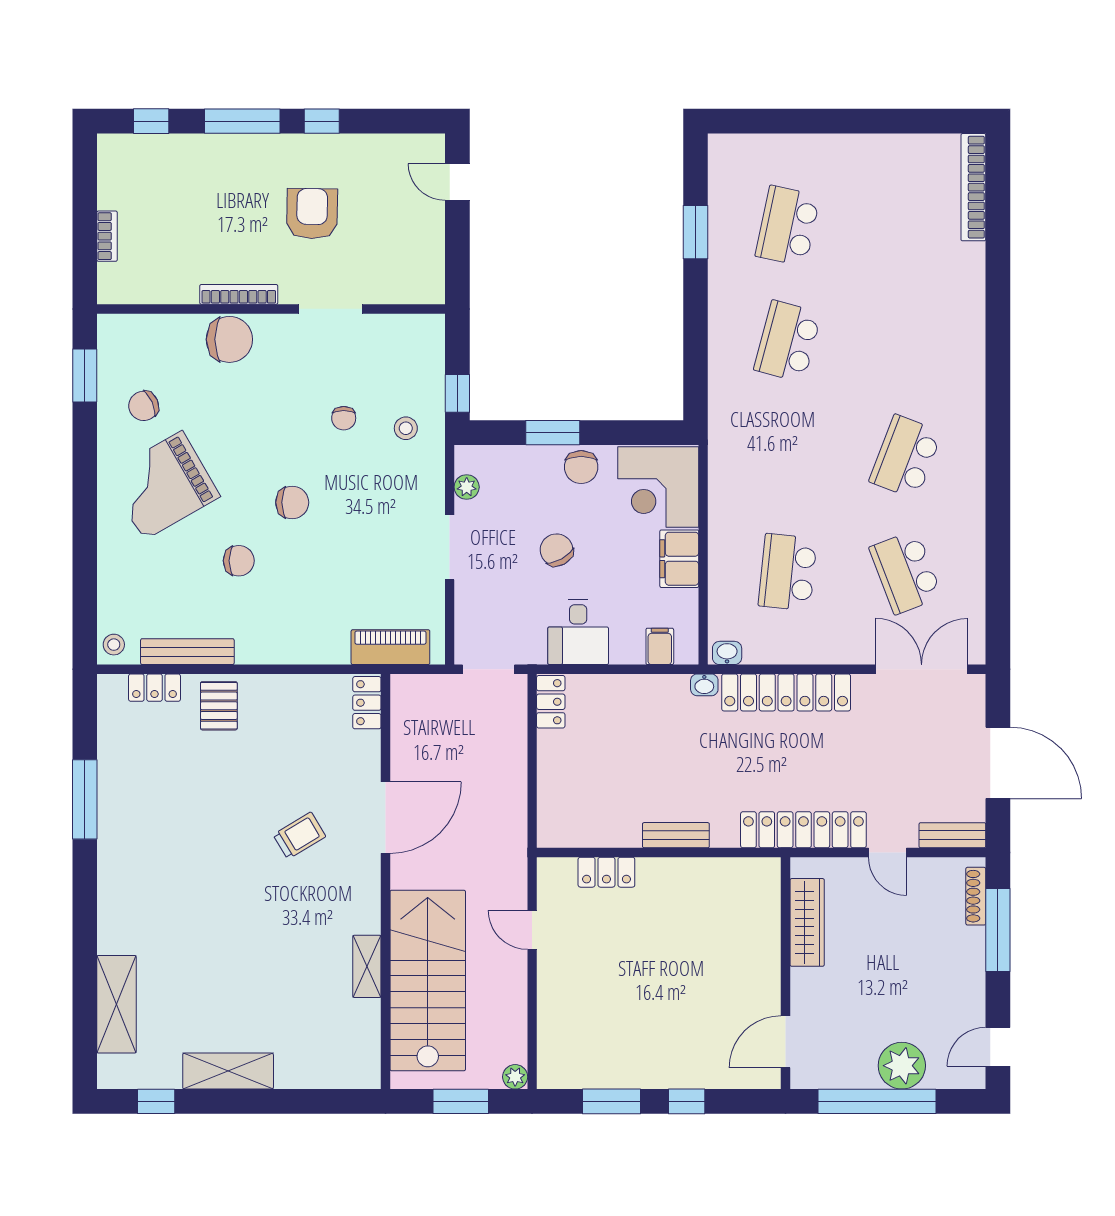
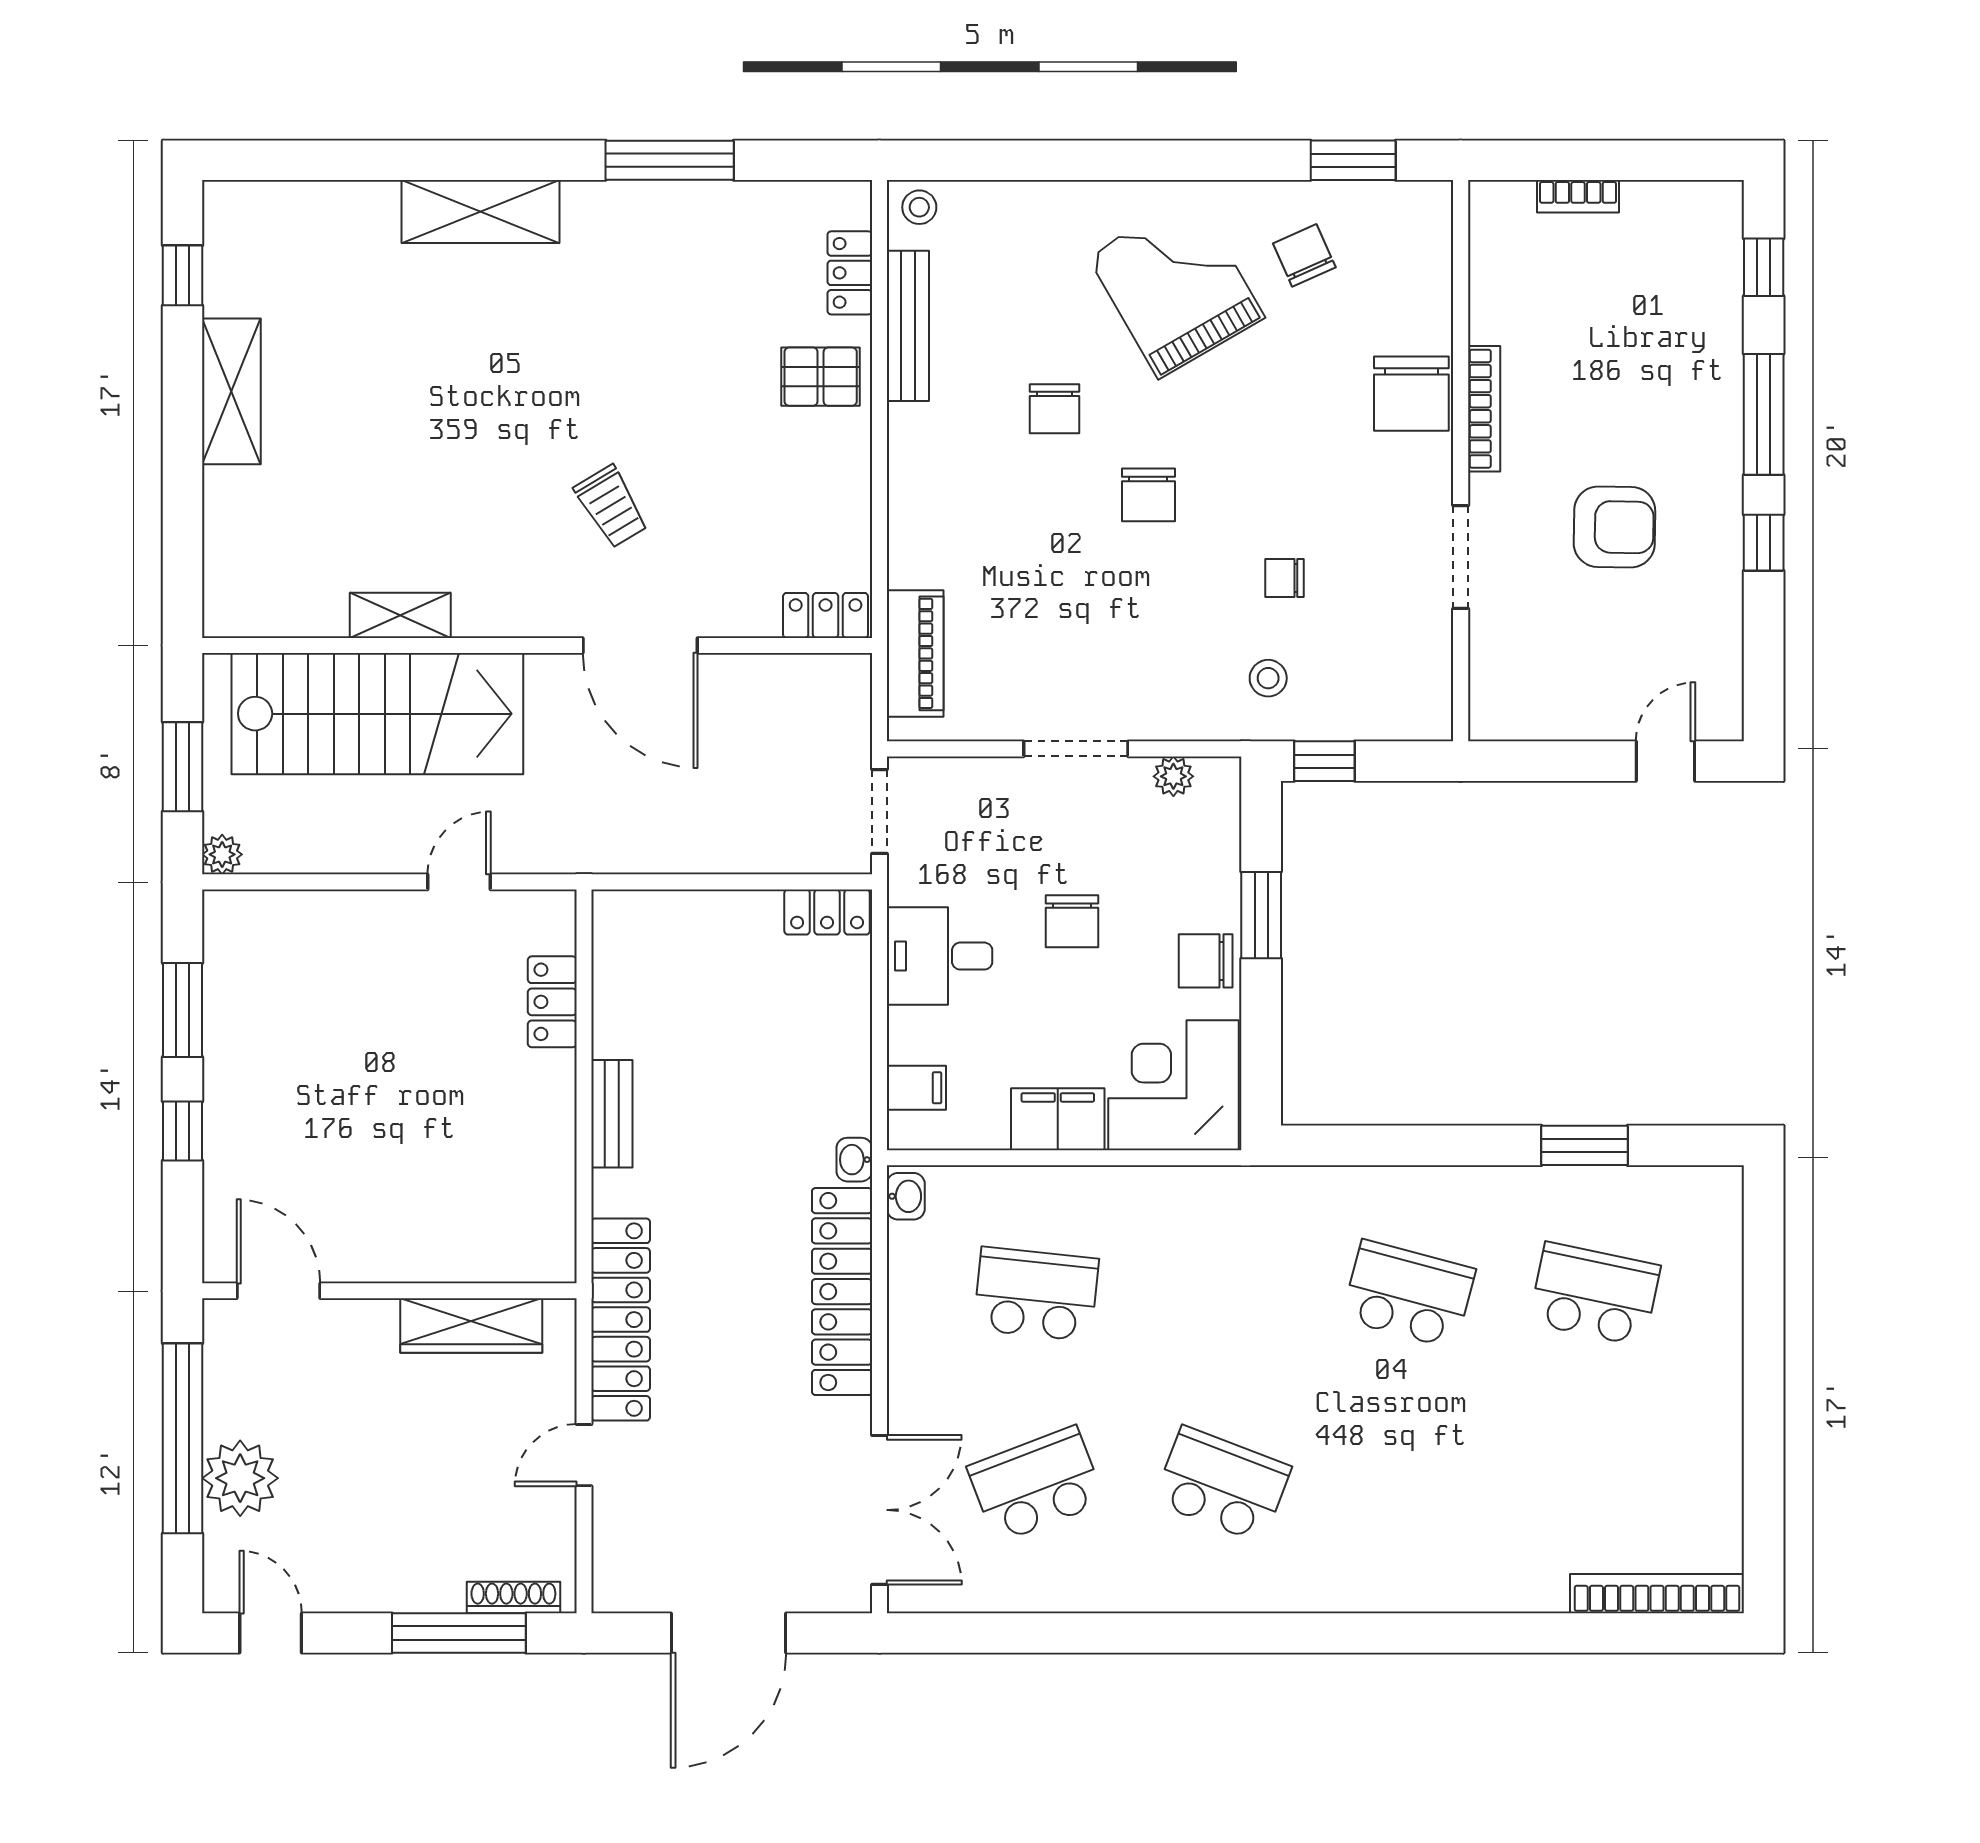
chair: (557, 550) -> (1072, 921), turned 119
bench: (952, 835) -> (612, 1560), removed
shelving: (116, 1004) -> (480, 212), moved

